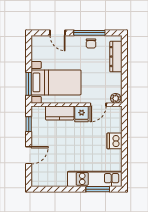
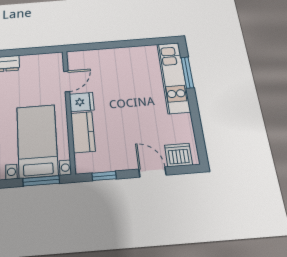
plant: (116, 98) -> (56, 60), removed
door: (98, 105) -> (67, 81), hinge flipped
dishwasher: (114, 141) -> (178, 155), moved, turned 180

